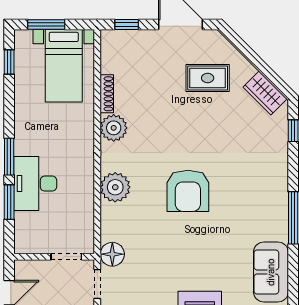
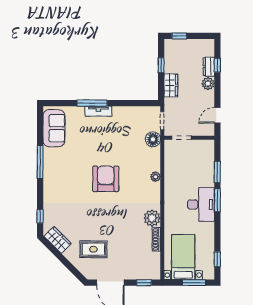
desk: (35, 184) -> (201, 204), moved
plant: (115, 187) -> (155, 177), width x0.53, depth x0.53

